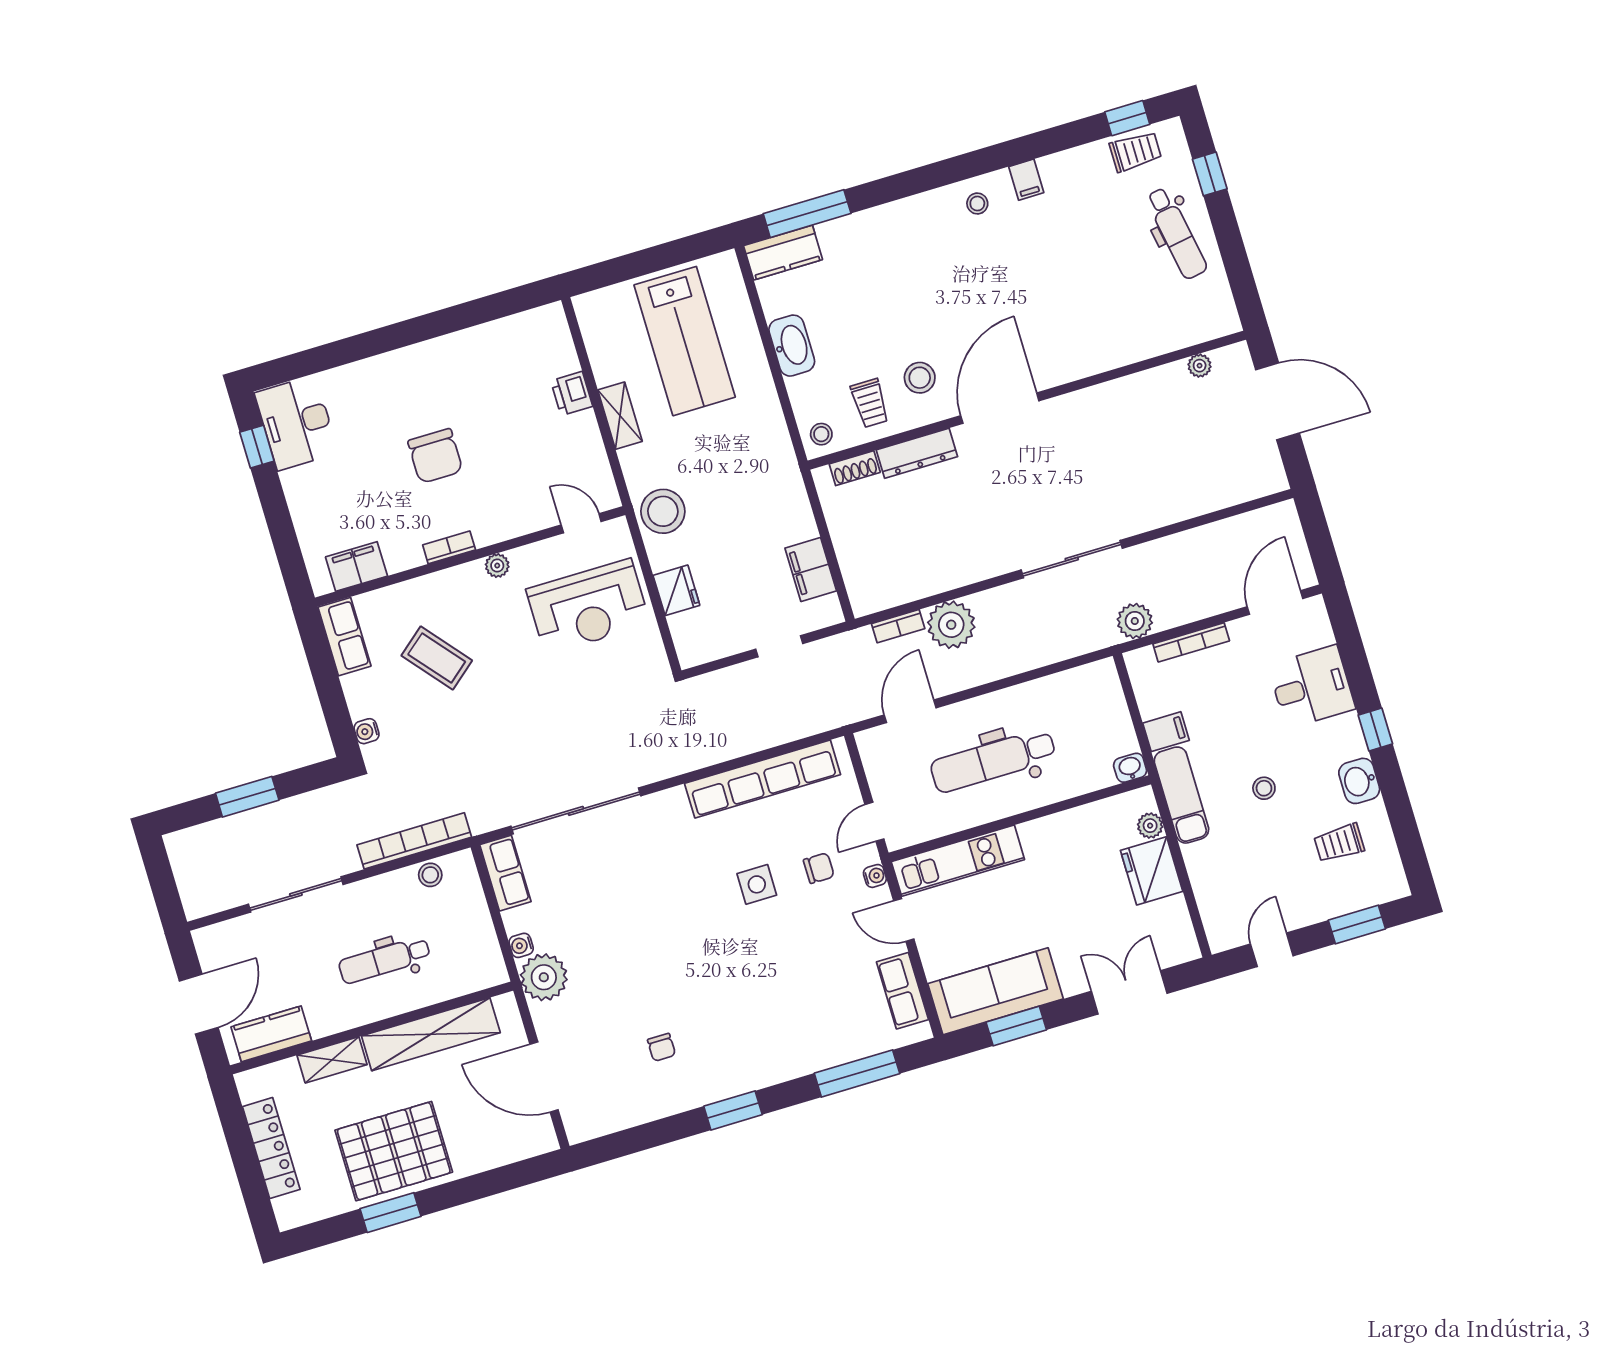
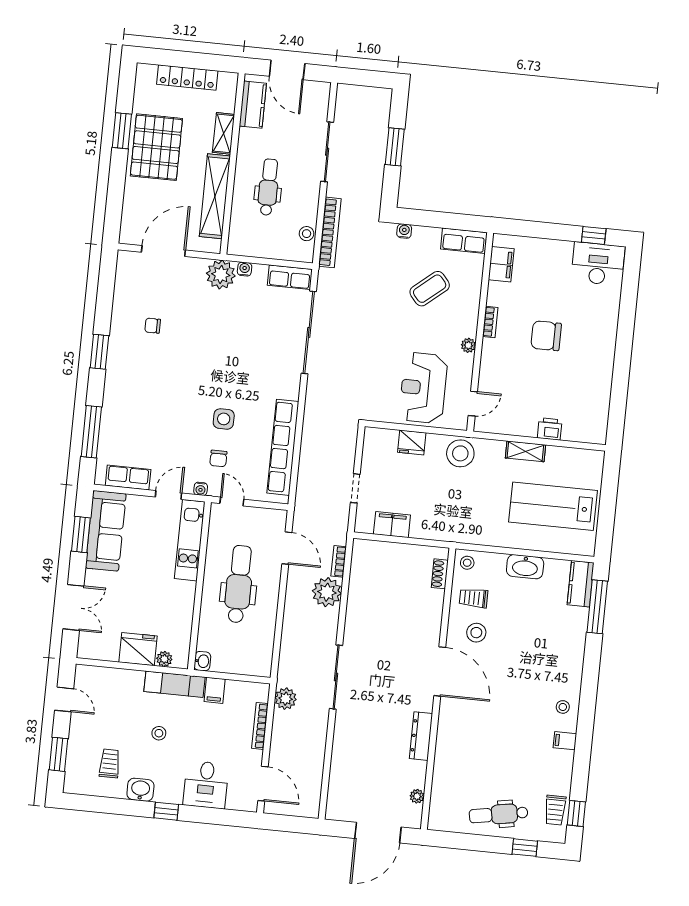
dresser: (917, 453) -> (421, 736), moved

